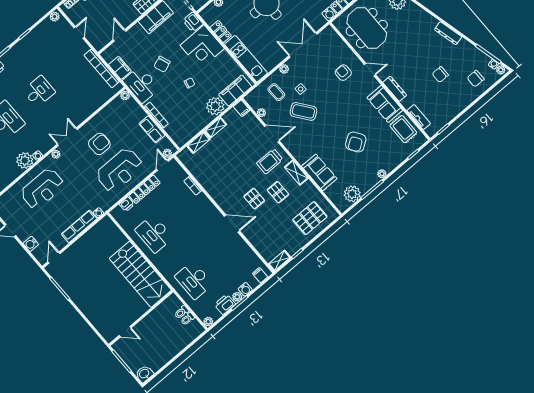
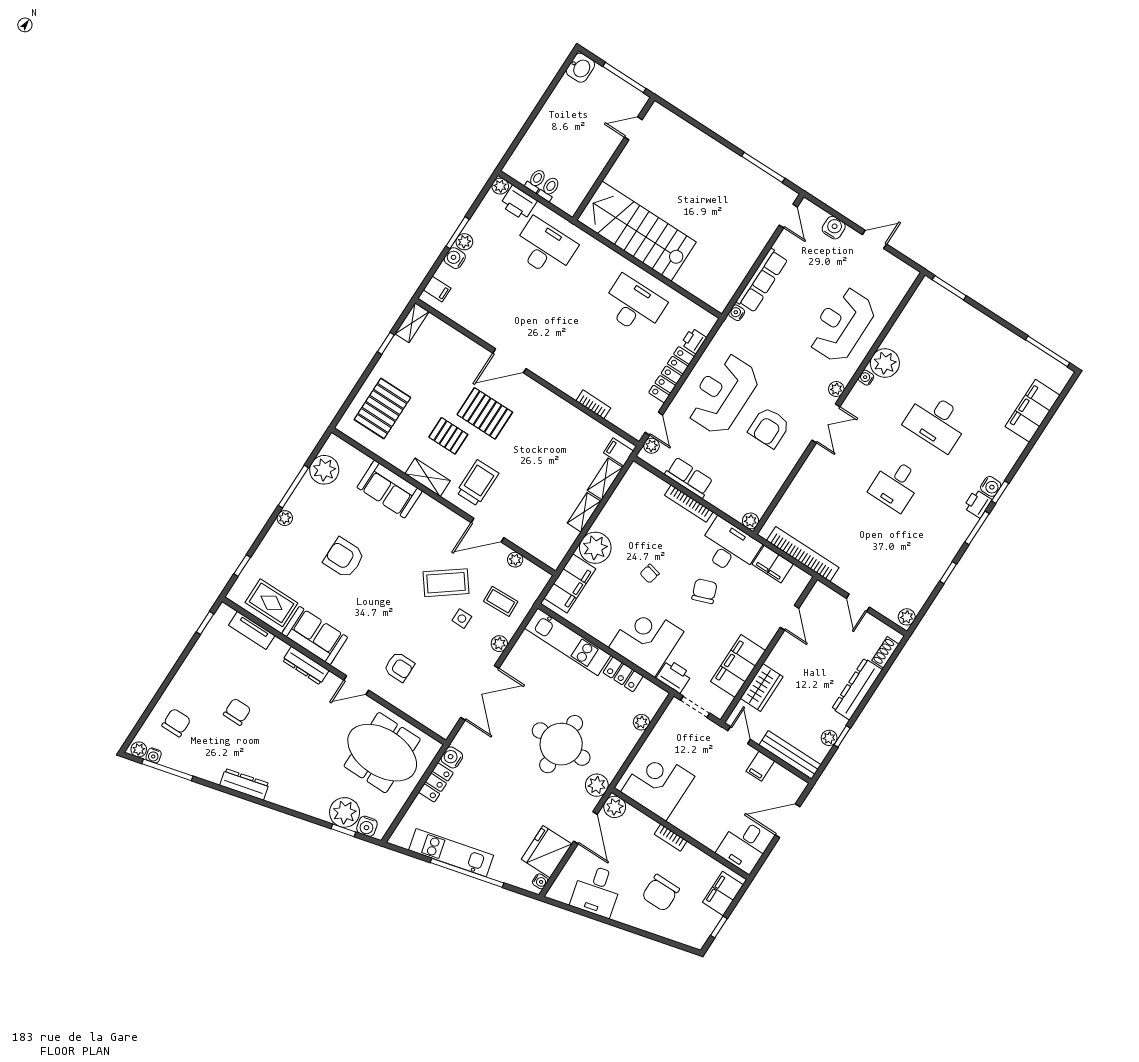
filing cabinet: (242, 108) -> (618, 452), moved
armchair: (356, 142) -> (344, 558), turned -56
pallet: (254, 199) -> (485, 413), width x1.50, depth x1.42
printer: (225, 304) -> (519, 203), moved, turned 90

